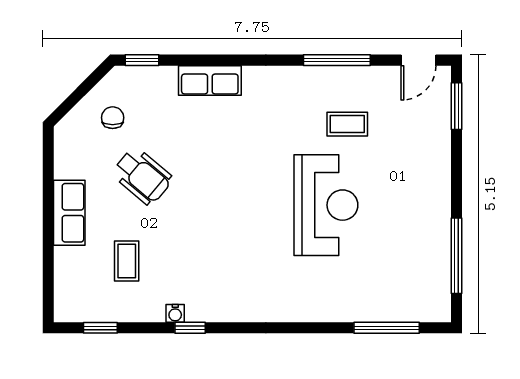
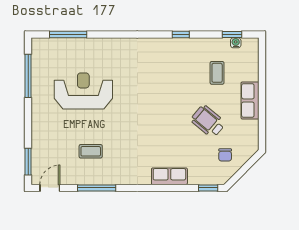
reception desk: (326, 205) -> (83, 91), moved, turned 90
water cooler: (175, 313) -> (236, 43), moved

